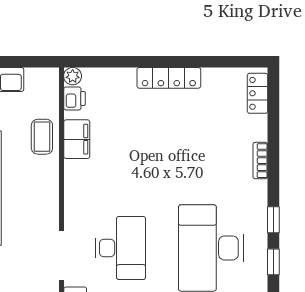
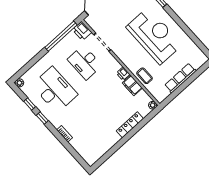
locker: (169, 78) -> (130, 125), moved
locker: (258, 93) -> (86, 155), removed
printer: (74, 98) -> (123, 74), moved

